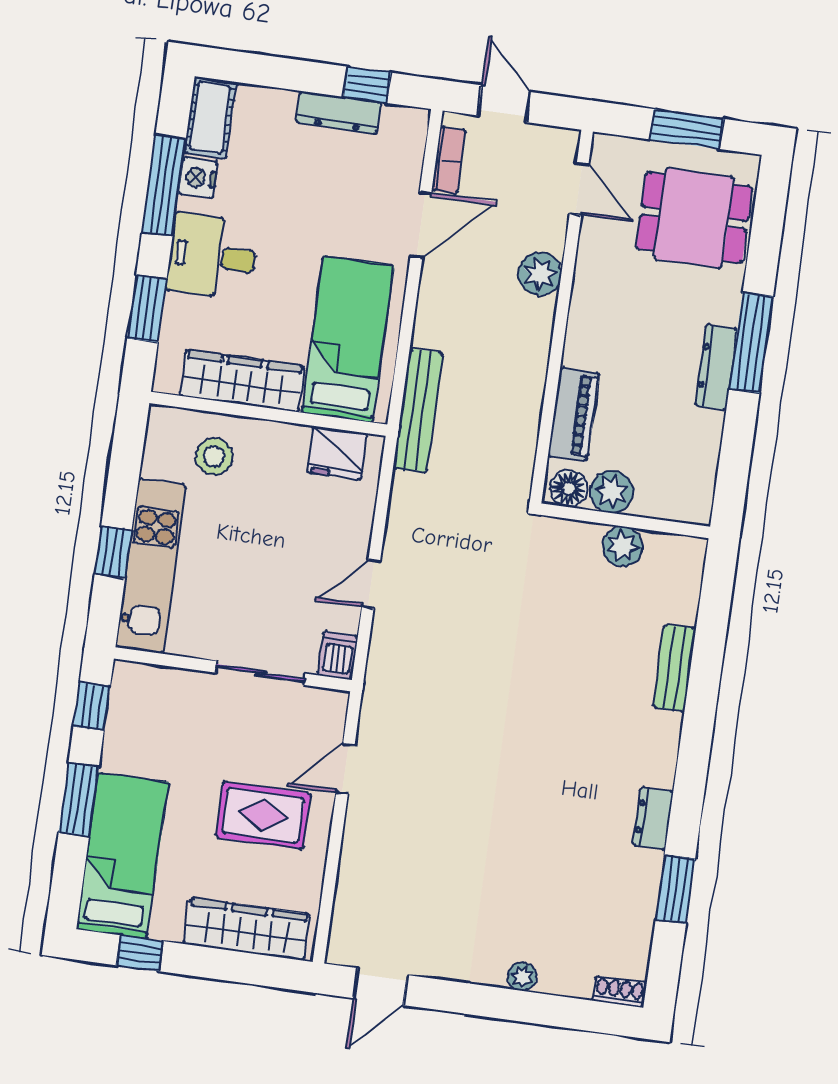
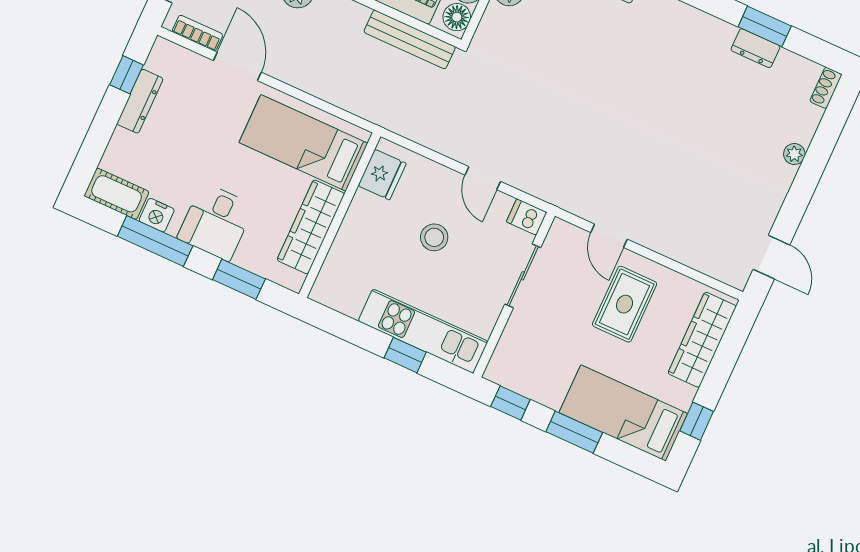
bench: (418, 410) -> (410, 39), moved
stool: (214, 456) -> (434, 237), moved
dresser: (653, 818) -> (755, 48), moved

